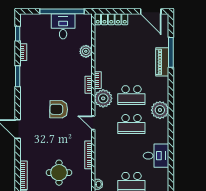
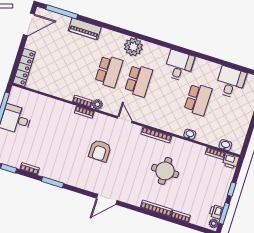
plant: (86, 51) -> (49, 104), removed
window: (171, 52) -> (62, 12), moved
plant: (103, 98) -> (97, 104), width x0.53, depth x0.53
door: (93, 123) -> (125, 120), swing flipped

